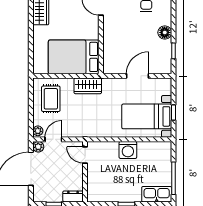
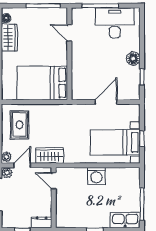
wardrobe: (88, 86) -> (50, 155), moved, turned 180

